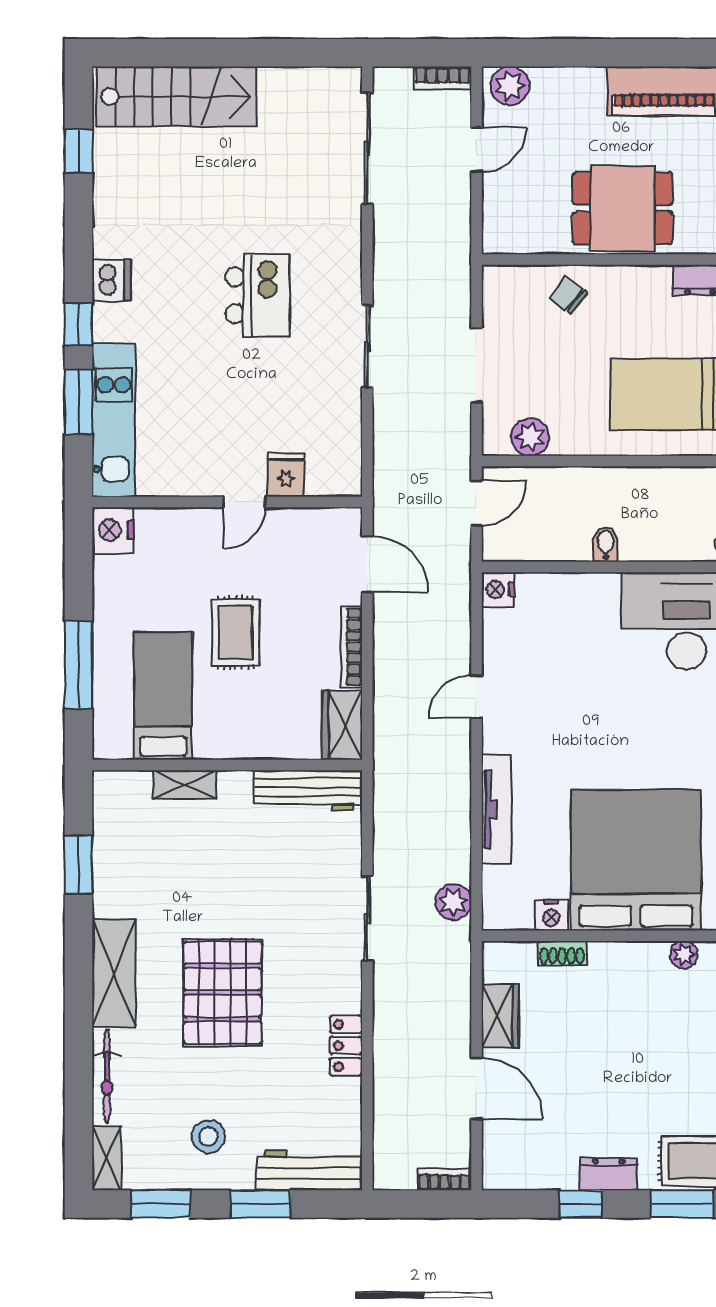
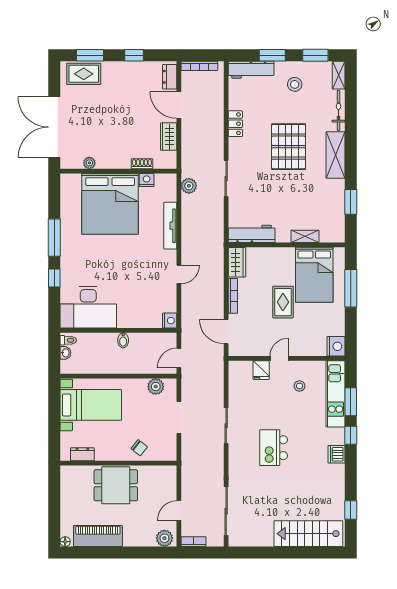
stool: (197, 438) -> (299, 386), added
bed: (163, 696) -> (314, 275), width x1.50
dresser: (609, 1174) -> (170, 77), moved, turned 90
bookcase: (444, 1180) -> (199, 66), width x1.56

